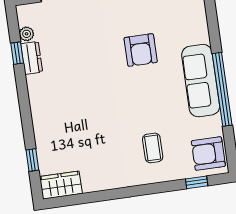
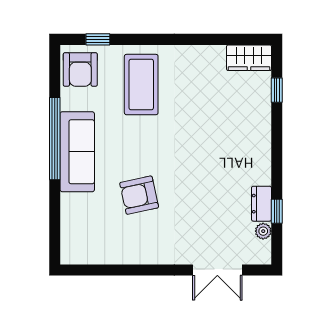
armchair: (141, 50) -> (139, 195), turned -102
coffee table: (153, 148) -> (141, 85), width x1.86, depth x1.72
armchair: (208, 154) -> (80, 69), turned 90

